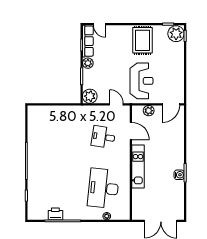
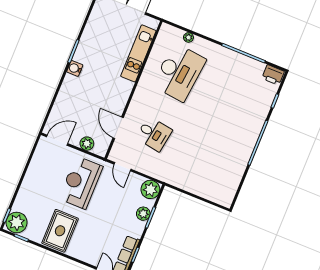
plant: (88, 63) -> (143, 214), moved
kitchen unit: (138, 167) -> (138, 53), moved
water cooler: (179, 175) -> (75, 68), moved
printer: (55, 214) -> (273, 75), moved

